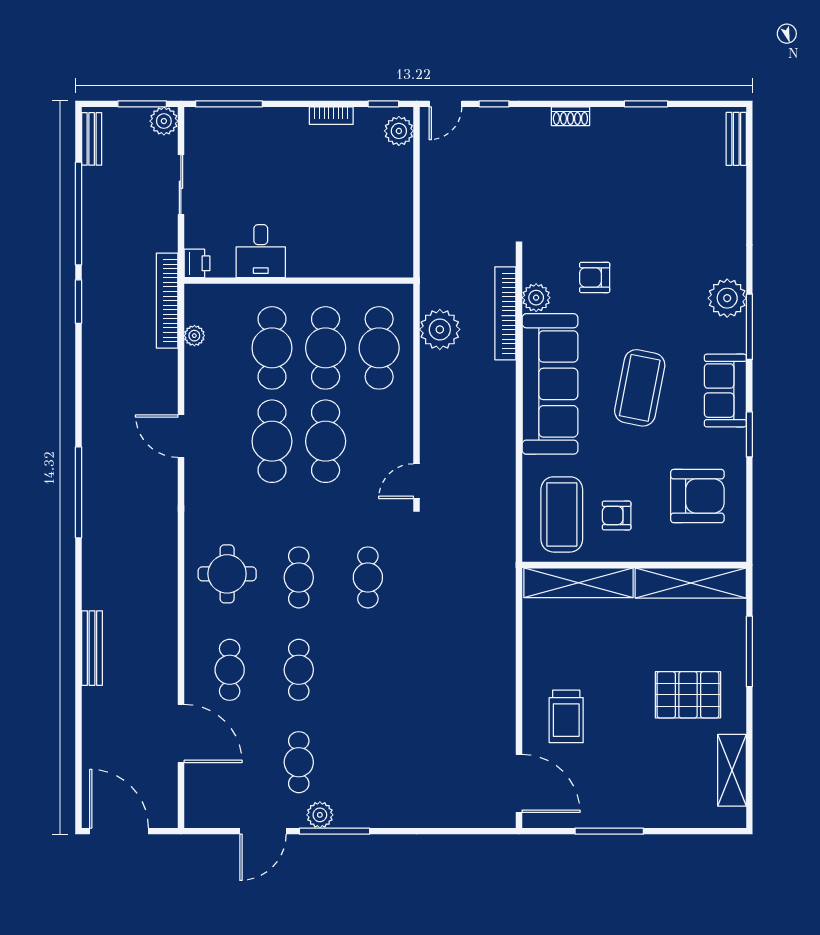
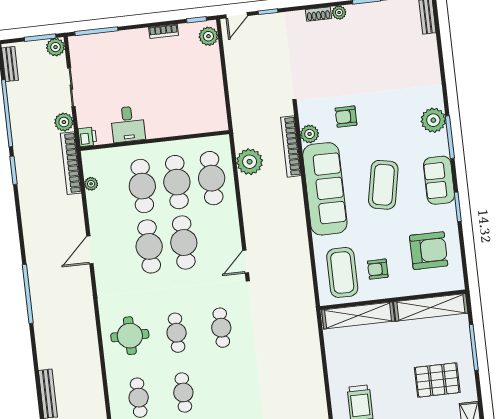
plant: (602, 118) -> (339, 13), added
plant: (164, 237) -> (64, 122), added
door: (181, 436) -> (90, 250), hinge flipped

